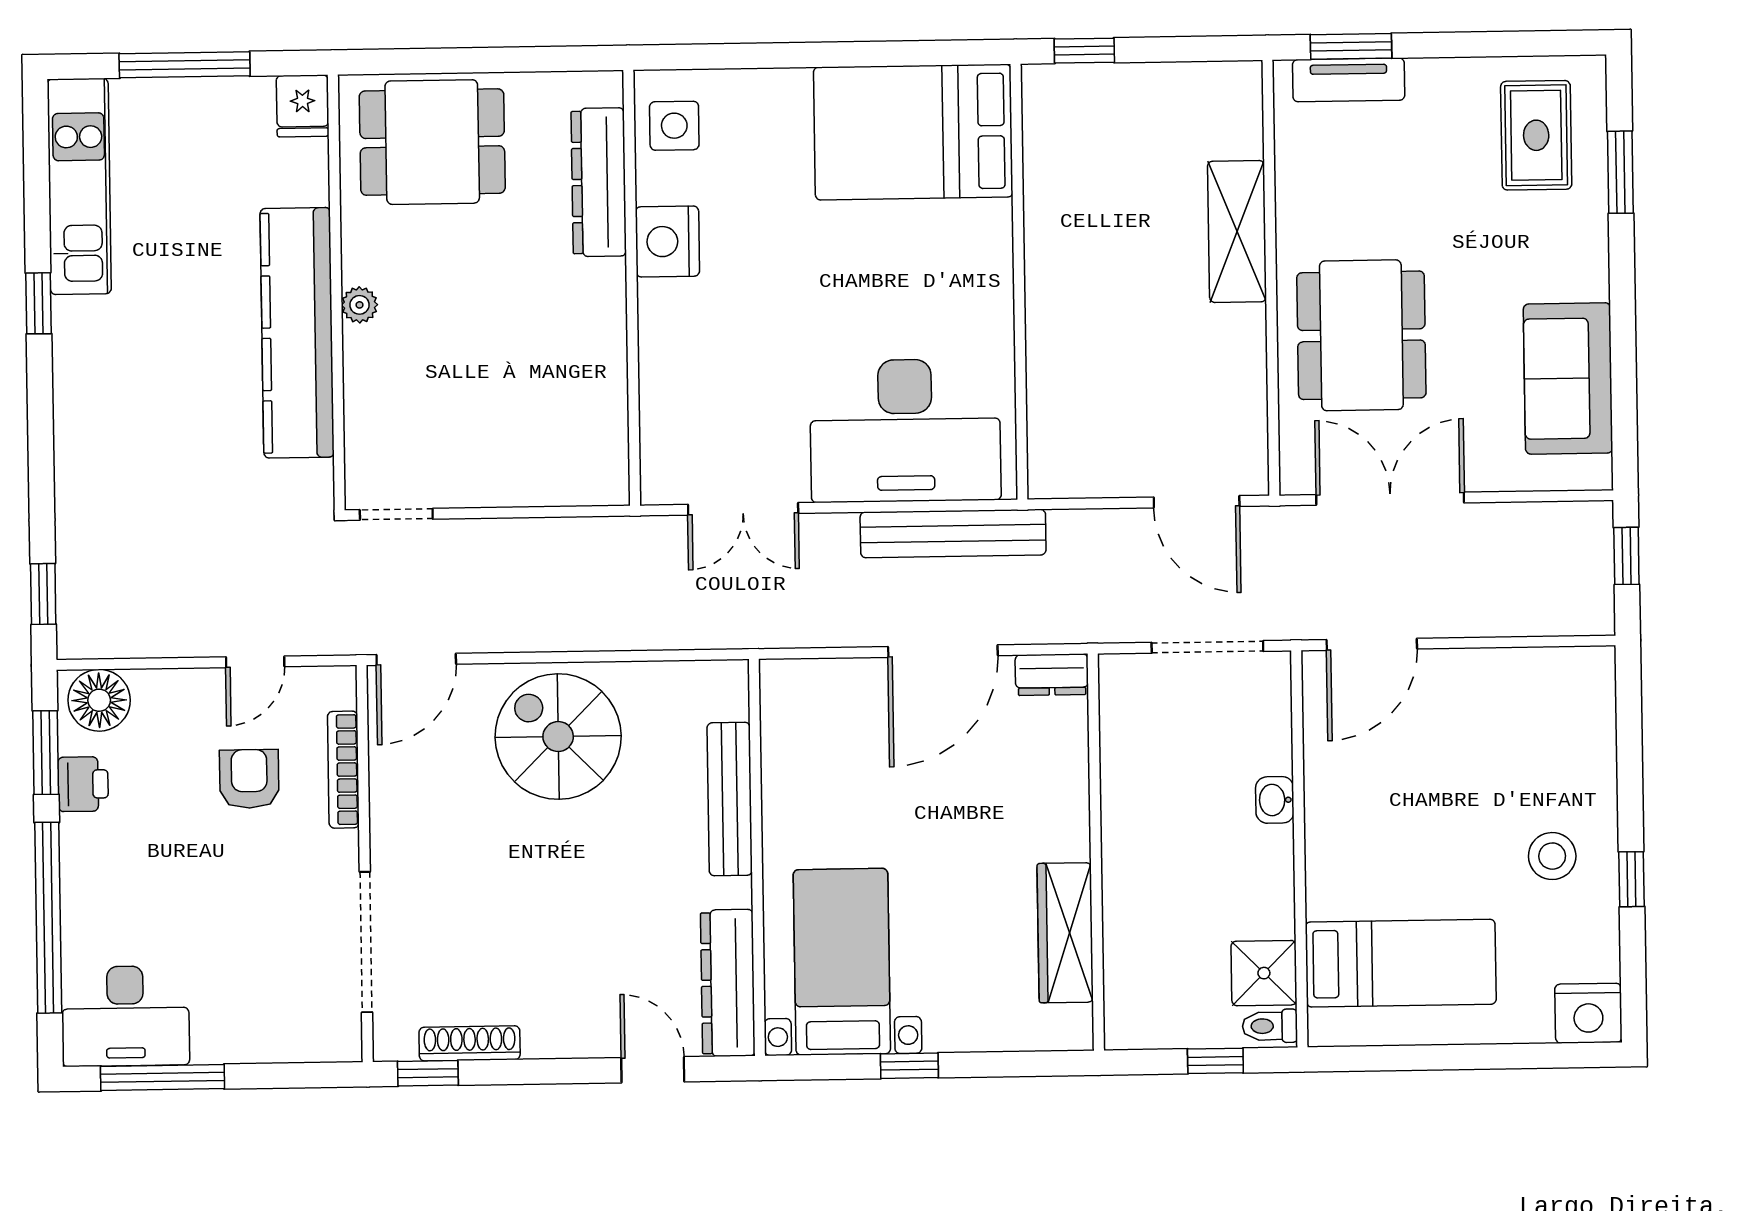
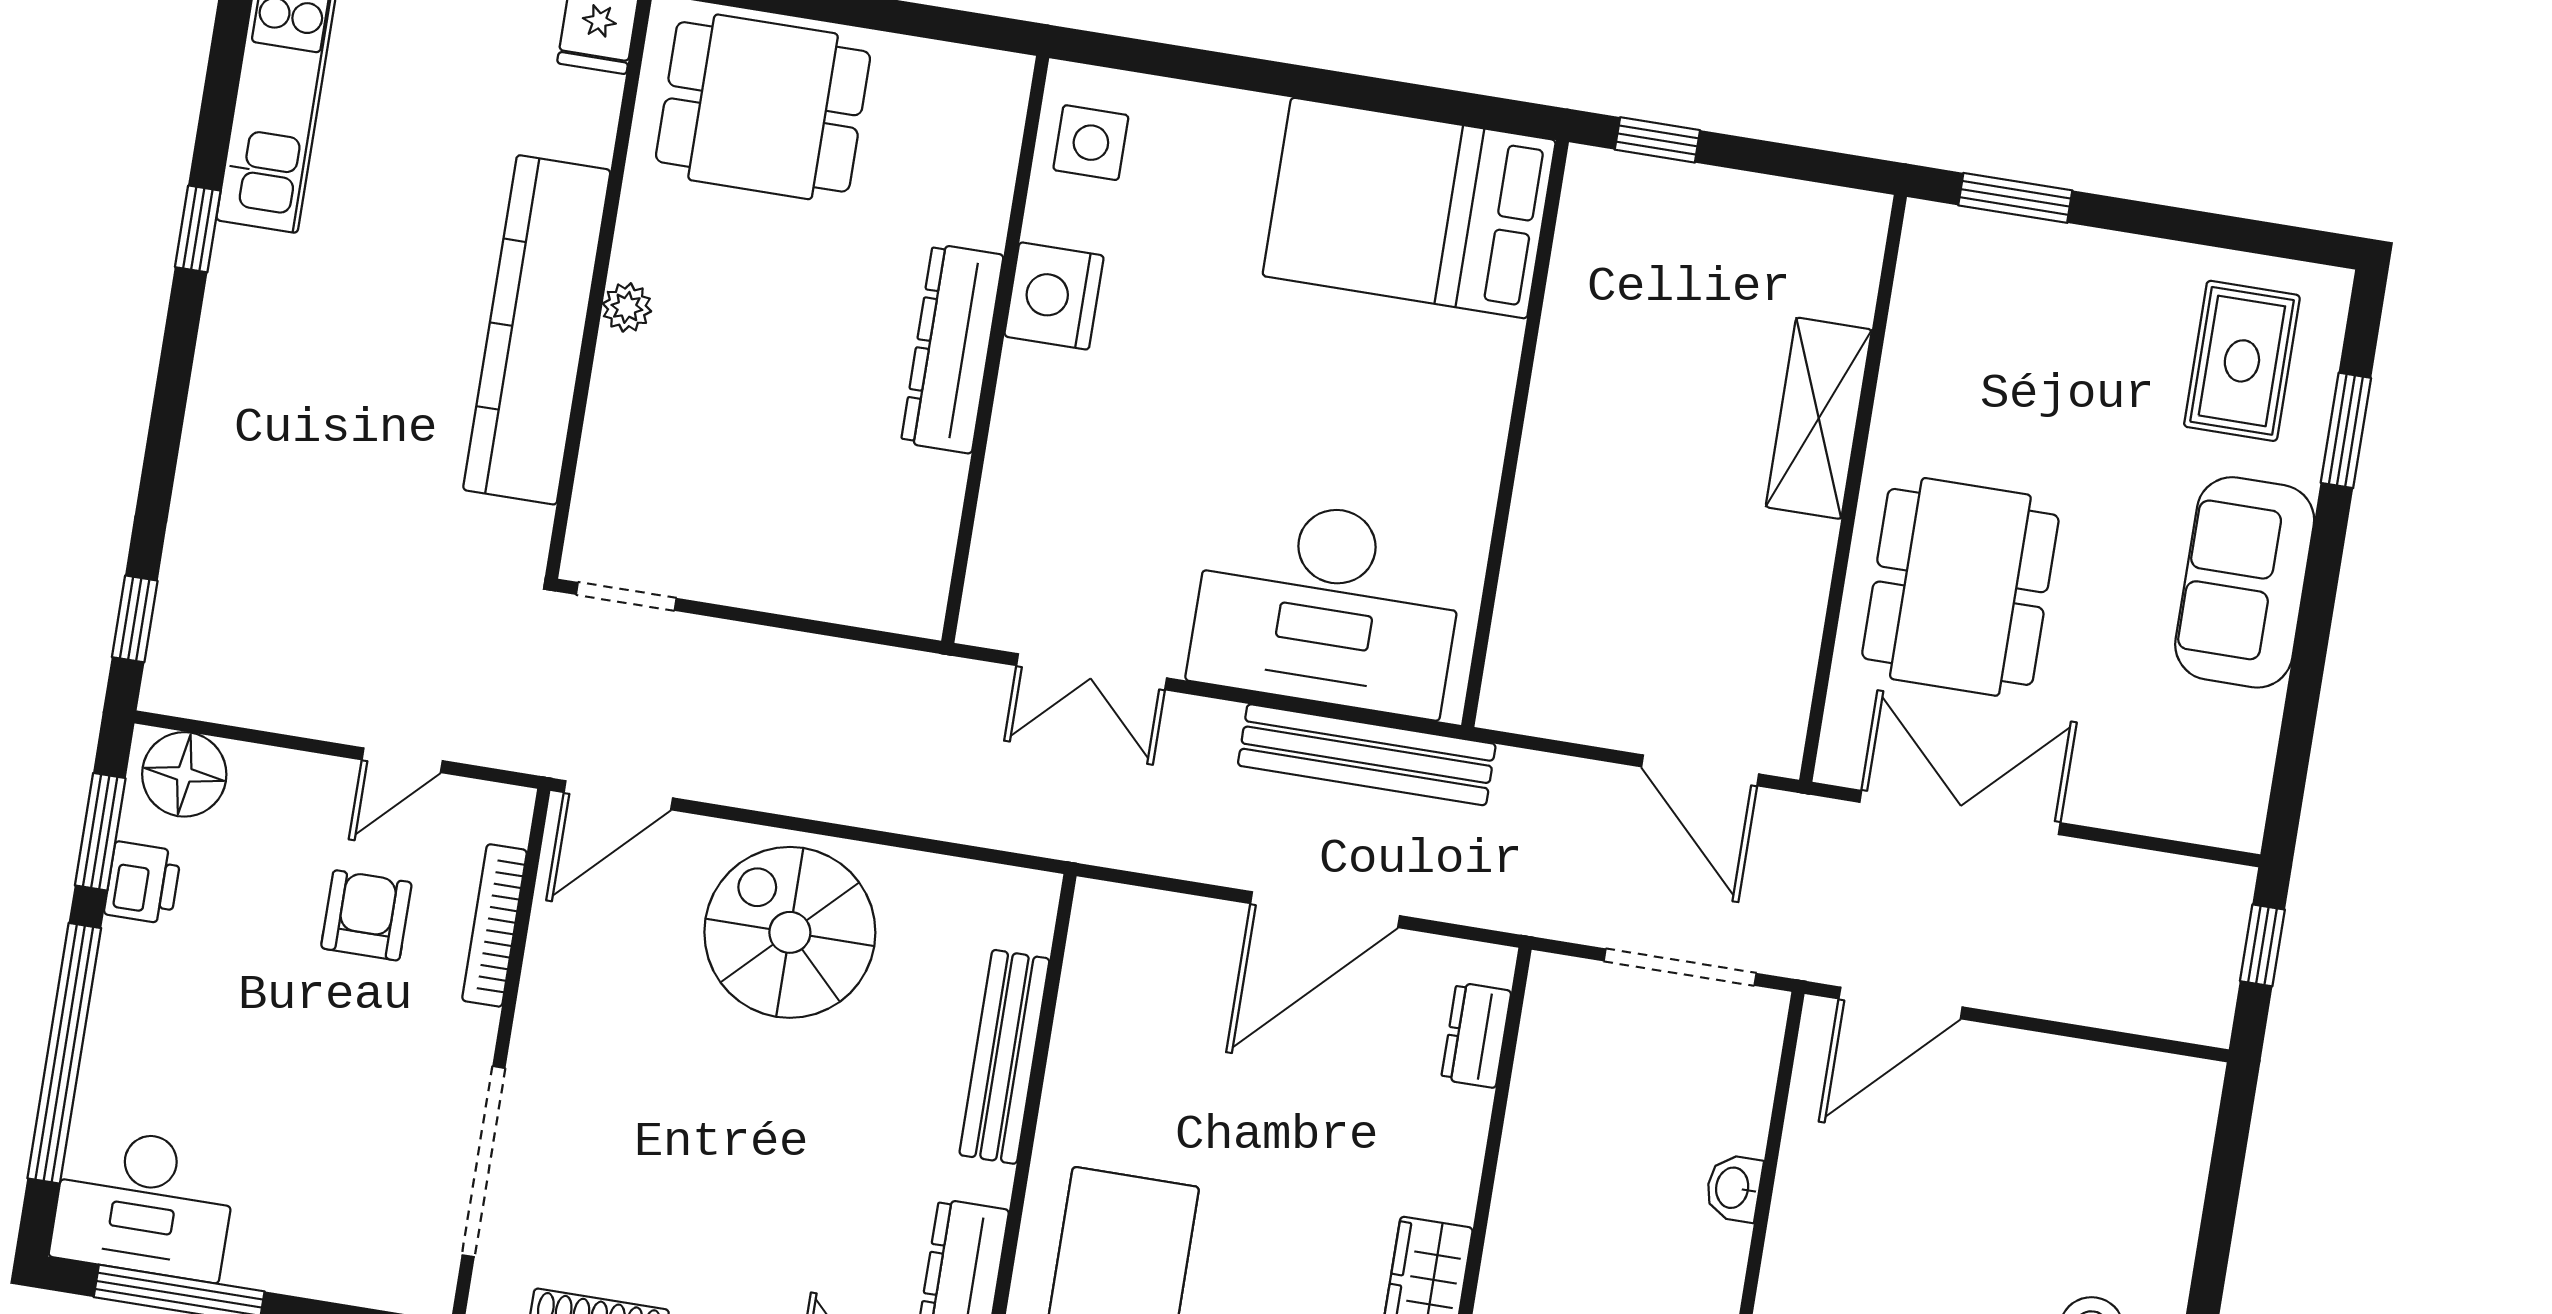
tv unit: (1349, 80) -> (2004, 242), removed
dresser: (599, 182) -> (952, 349), moved
sofa: (1568, 378) -> (2245, 582), moved
dresser: (1052, 675) -> (1476, 1035), moved, turned 90

